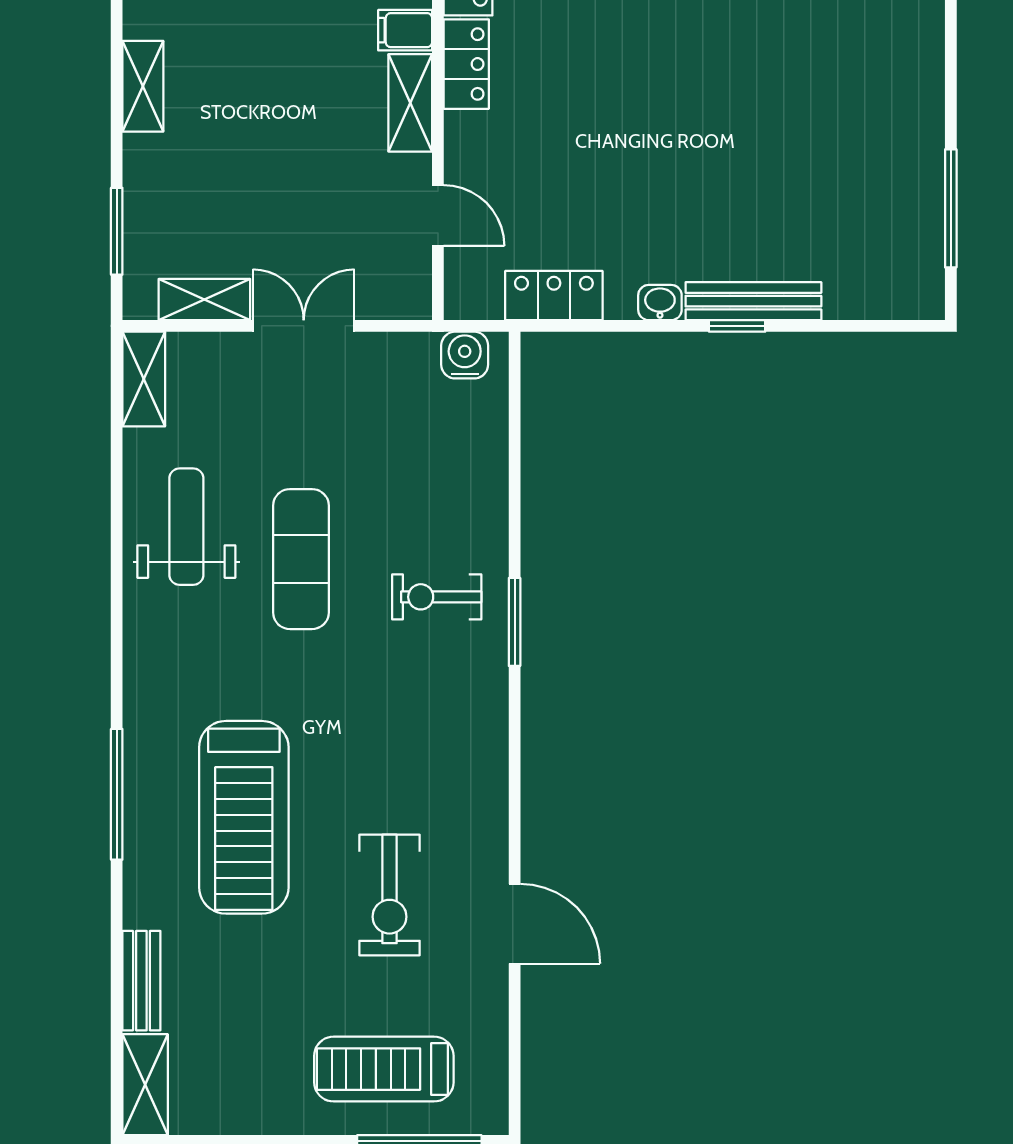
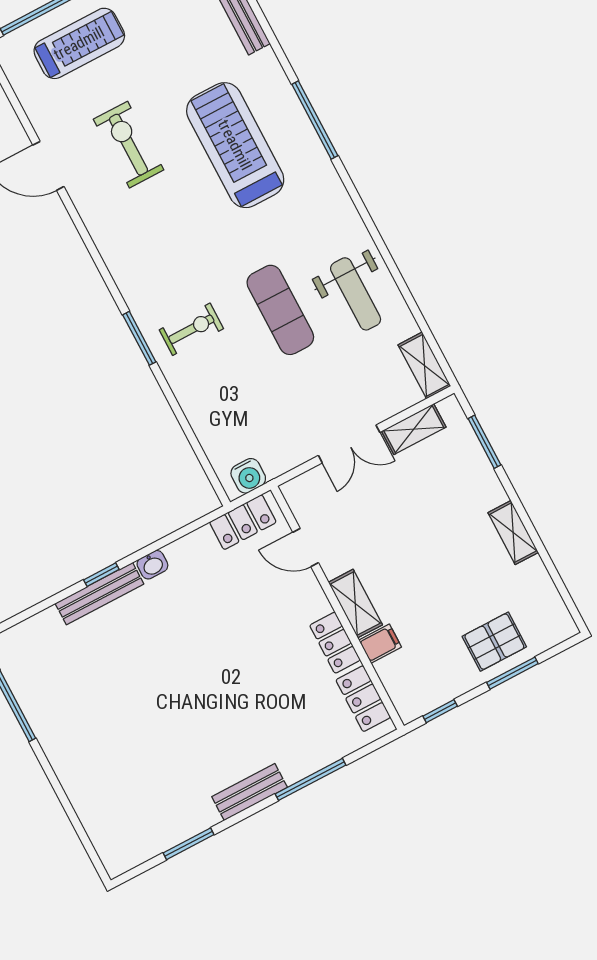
locker: (554, 296) -> (243, 522), moved

